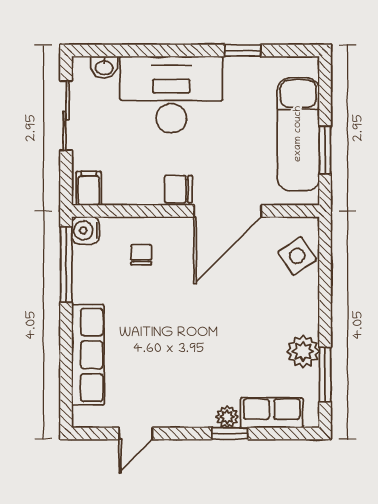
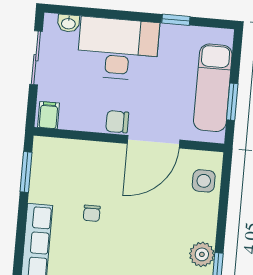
water cooler: (85, 230) -> (43, 147), removed
chair: (141, 255) -> (92, 213), moved, turned 180
side table: (297, 256) -> (204, 181), turned 34
window: (66, 265) -> (26, 172), width x0.69

